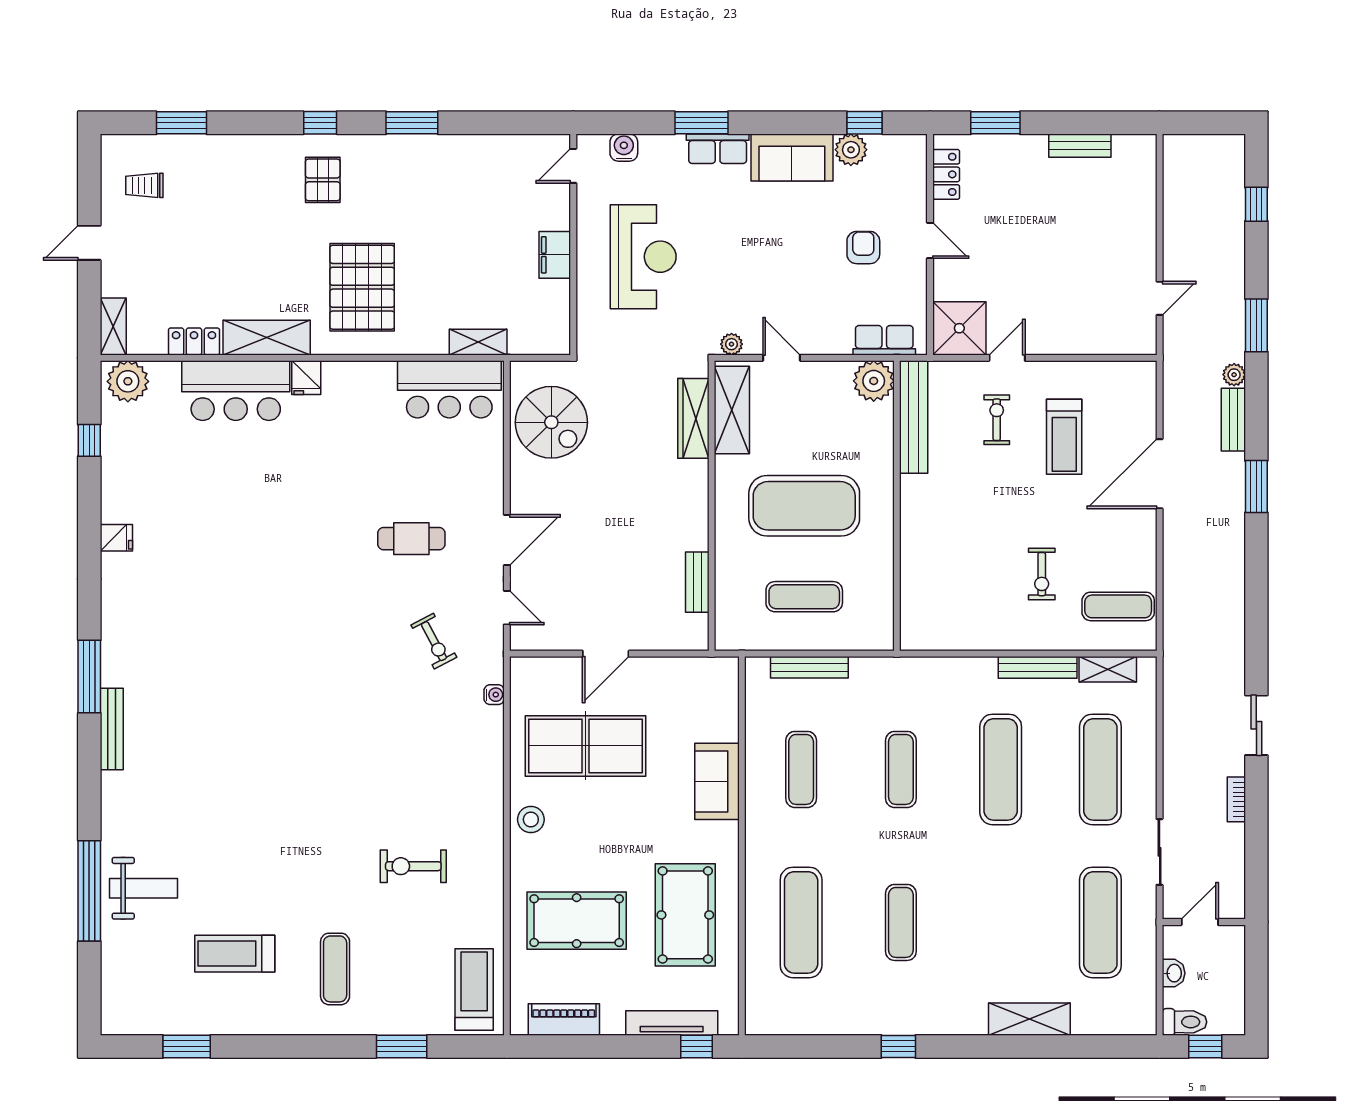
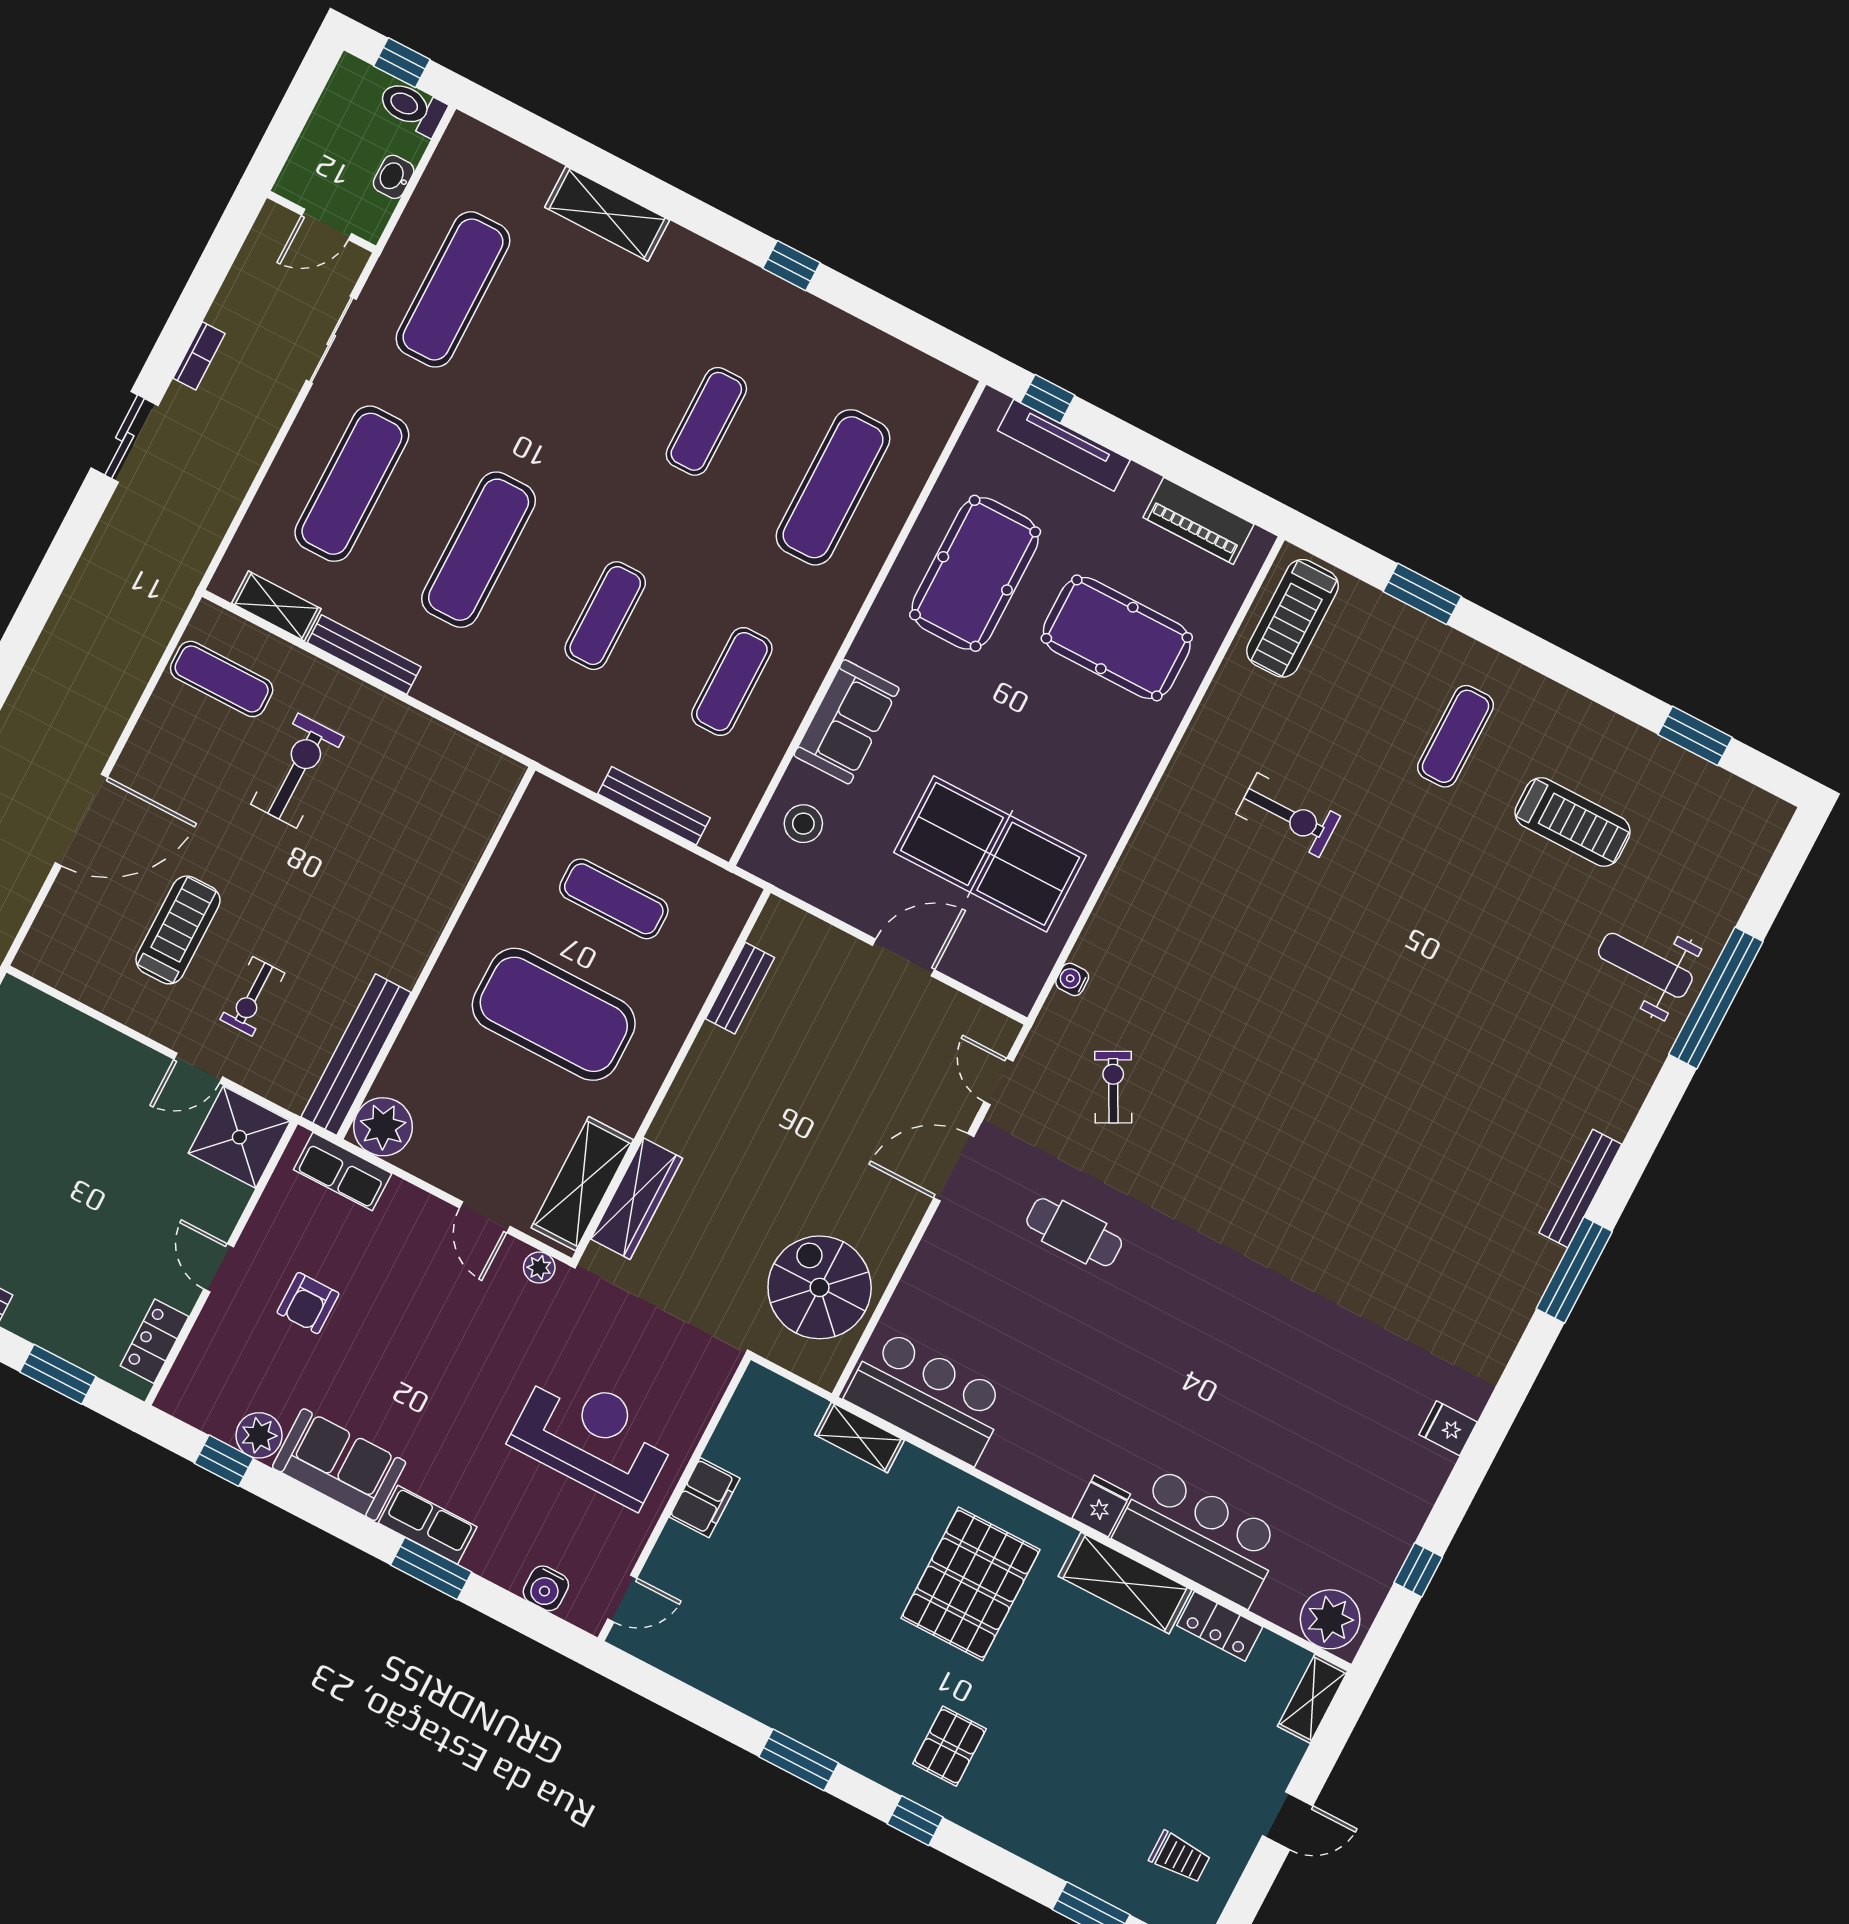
reception desk: (643, 257) -> (594, 1437), turned 90
exercise bike: (1042, 574) -> (297, 771), width x1.38, depth x1.39
stool: (531, 820) -> (803, 824), moved

